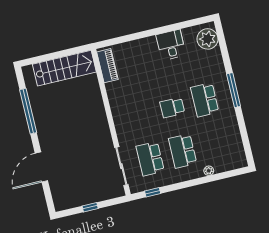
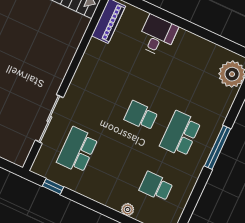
desk: (171, 45) -> (157, 36), moved
school desk: (183, 151) -> (156, 187), moved, width x0.54
sliding door: (121, 166) -> (49, 119), moved

